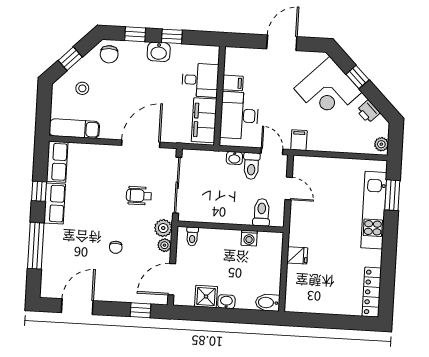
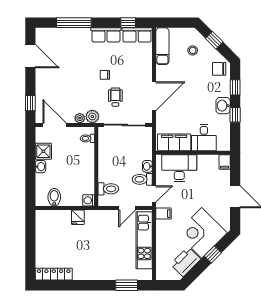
filing cabinet: (233, 83) -> (225, 162), moved
printer: (368, 112) -> (186, 262), width x1.87, depth x1.48
door: (141, 144) -> (154, 96), hinge flipped
plant: (381, 144) -> (164, 275), removed
window: (39, 191) -> (128, 23), moved
kitchen unit: (374, 210) -> (144, 240), moved, turned -90
washing machine: (249, 238) -> (89, 200), moved
chair: (116, 247) -> (105, 75), moved
bidet: (268, 303) -> (54, 197), moved

